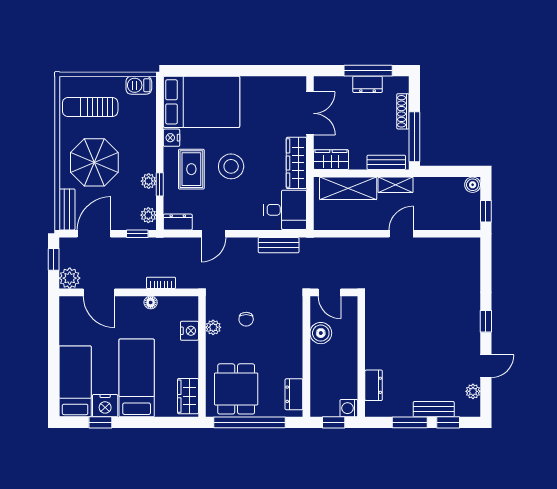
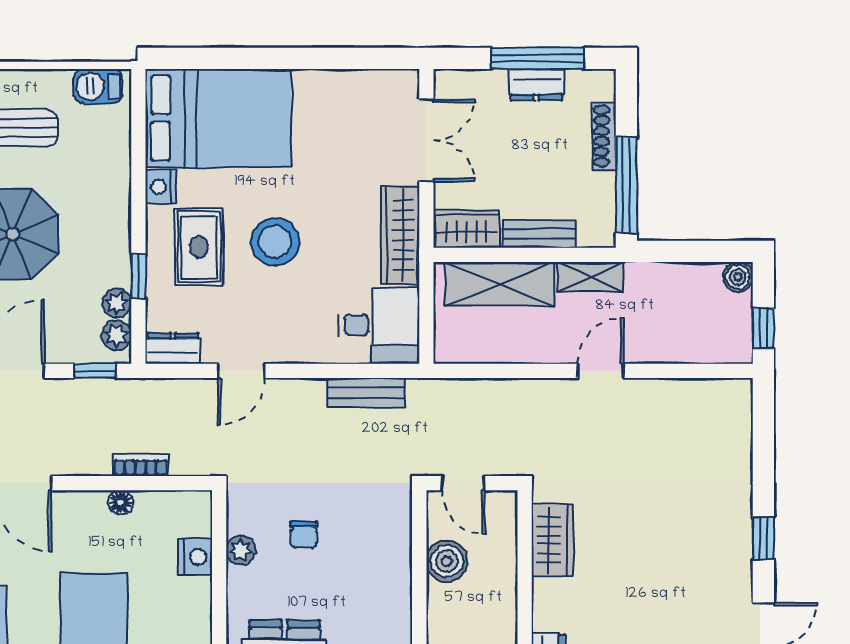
bench: (386, 162) -> (539, 234), moved
plant: (149, 181) -> (117, 303), moved
wardrobe: (376, 322) -> (552, 540), added

